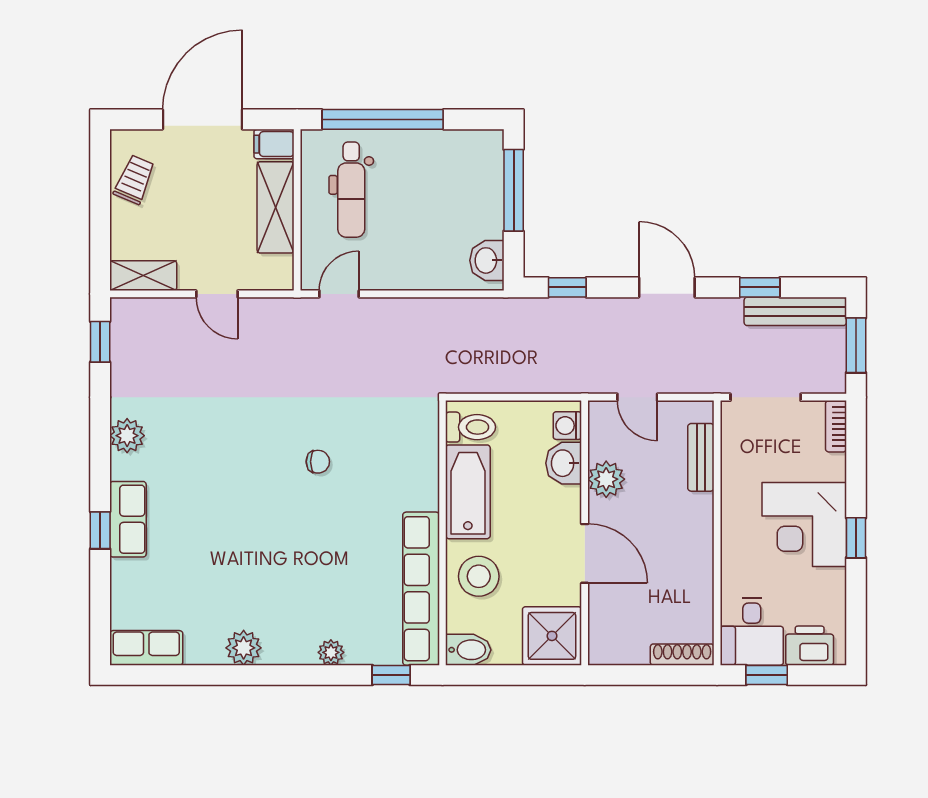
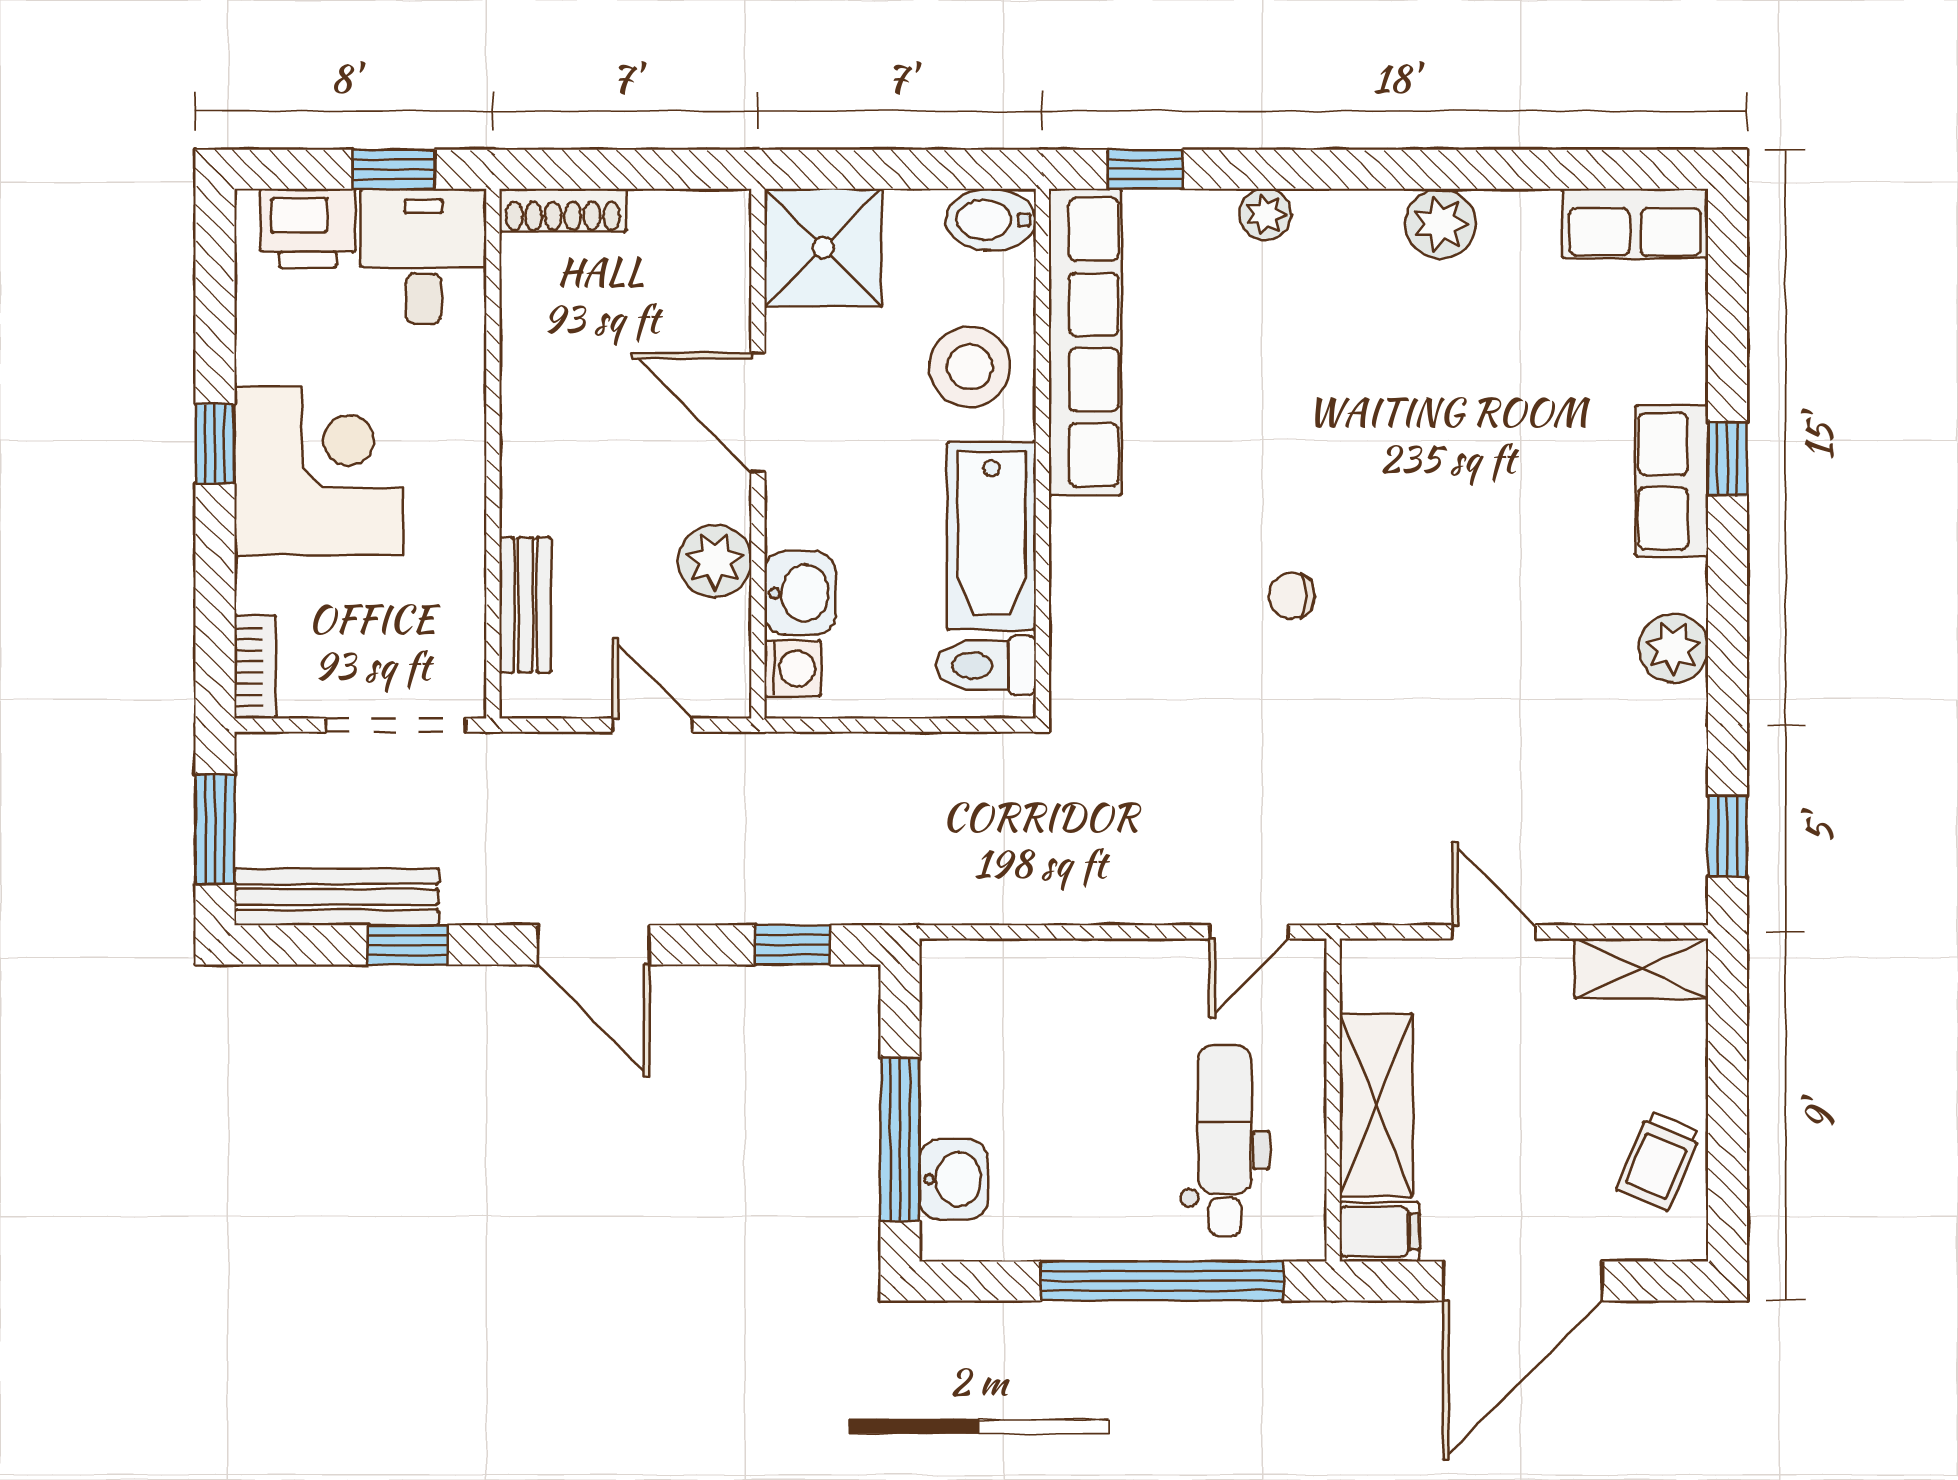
washbasin: (487, 260) -> (953, 1179), moved

